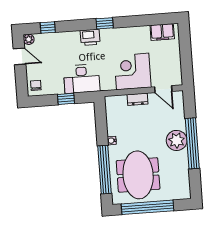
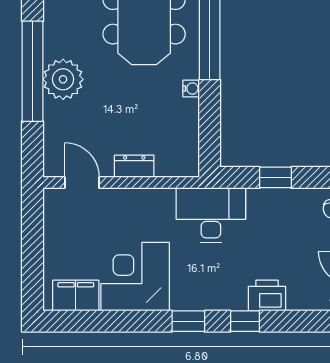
window: (48, 27) -> (245, 321), moved
printer: (90, 37) -> (267, 296), moved
corner desk: (133, 71) -> (135, 277), moved, turned 180
desk: (82, 79) -> (211, 215), moved

